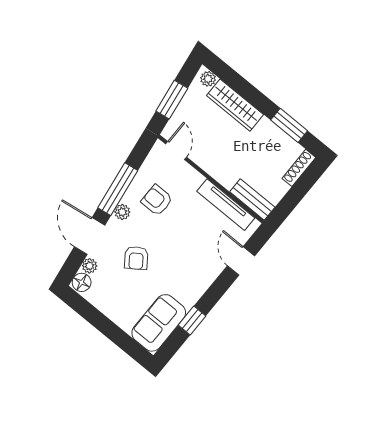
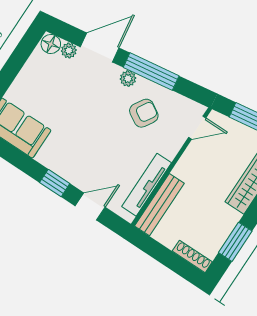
armchair: (157, 200) -> (144, 113), turned 31
bench: (252, 200) -> (159, 205), width x1.36
armchair: (136, 258) -> (82, 98), removed
window: (192, 321) -> (55, 183), moved

